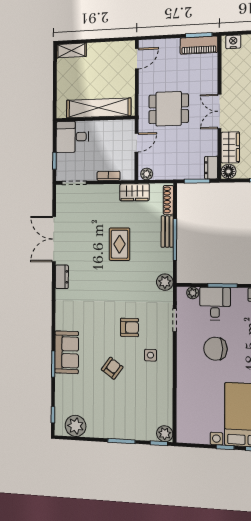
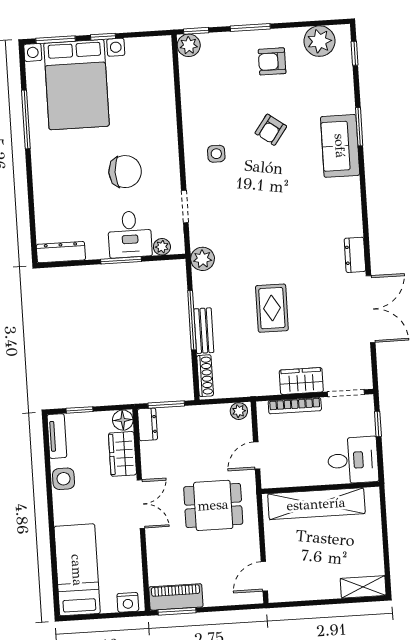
bookcase: (108, 176) -> (295, 406), width x1.56
wardrobe: (134, 192) -> (301, 381), moved
armchair: (129, 327) -> (272, 61), moved

